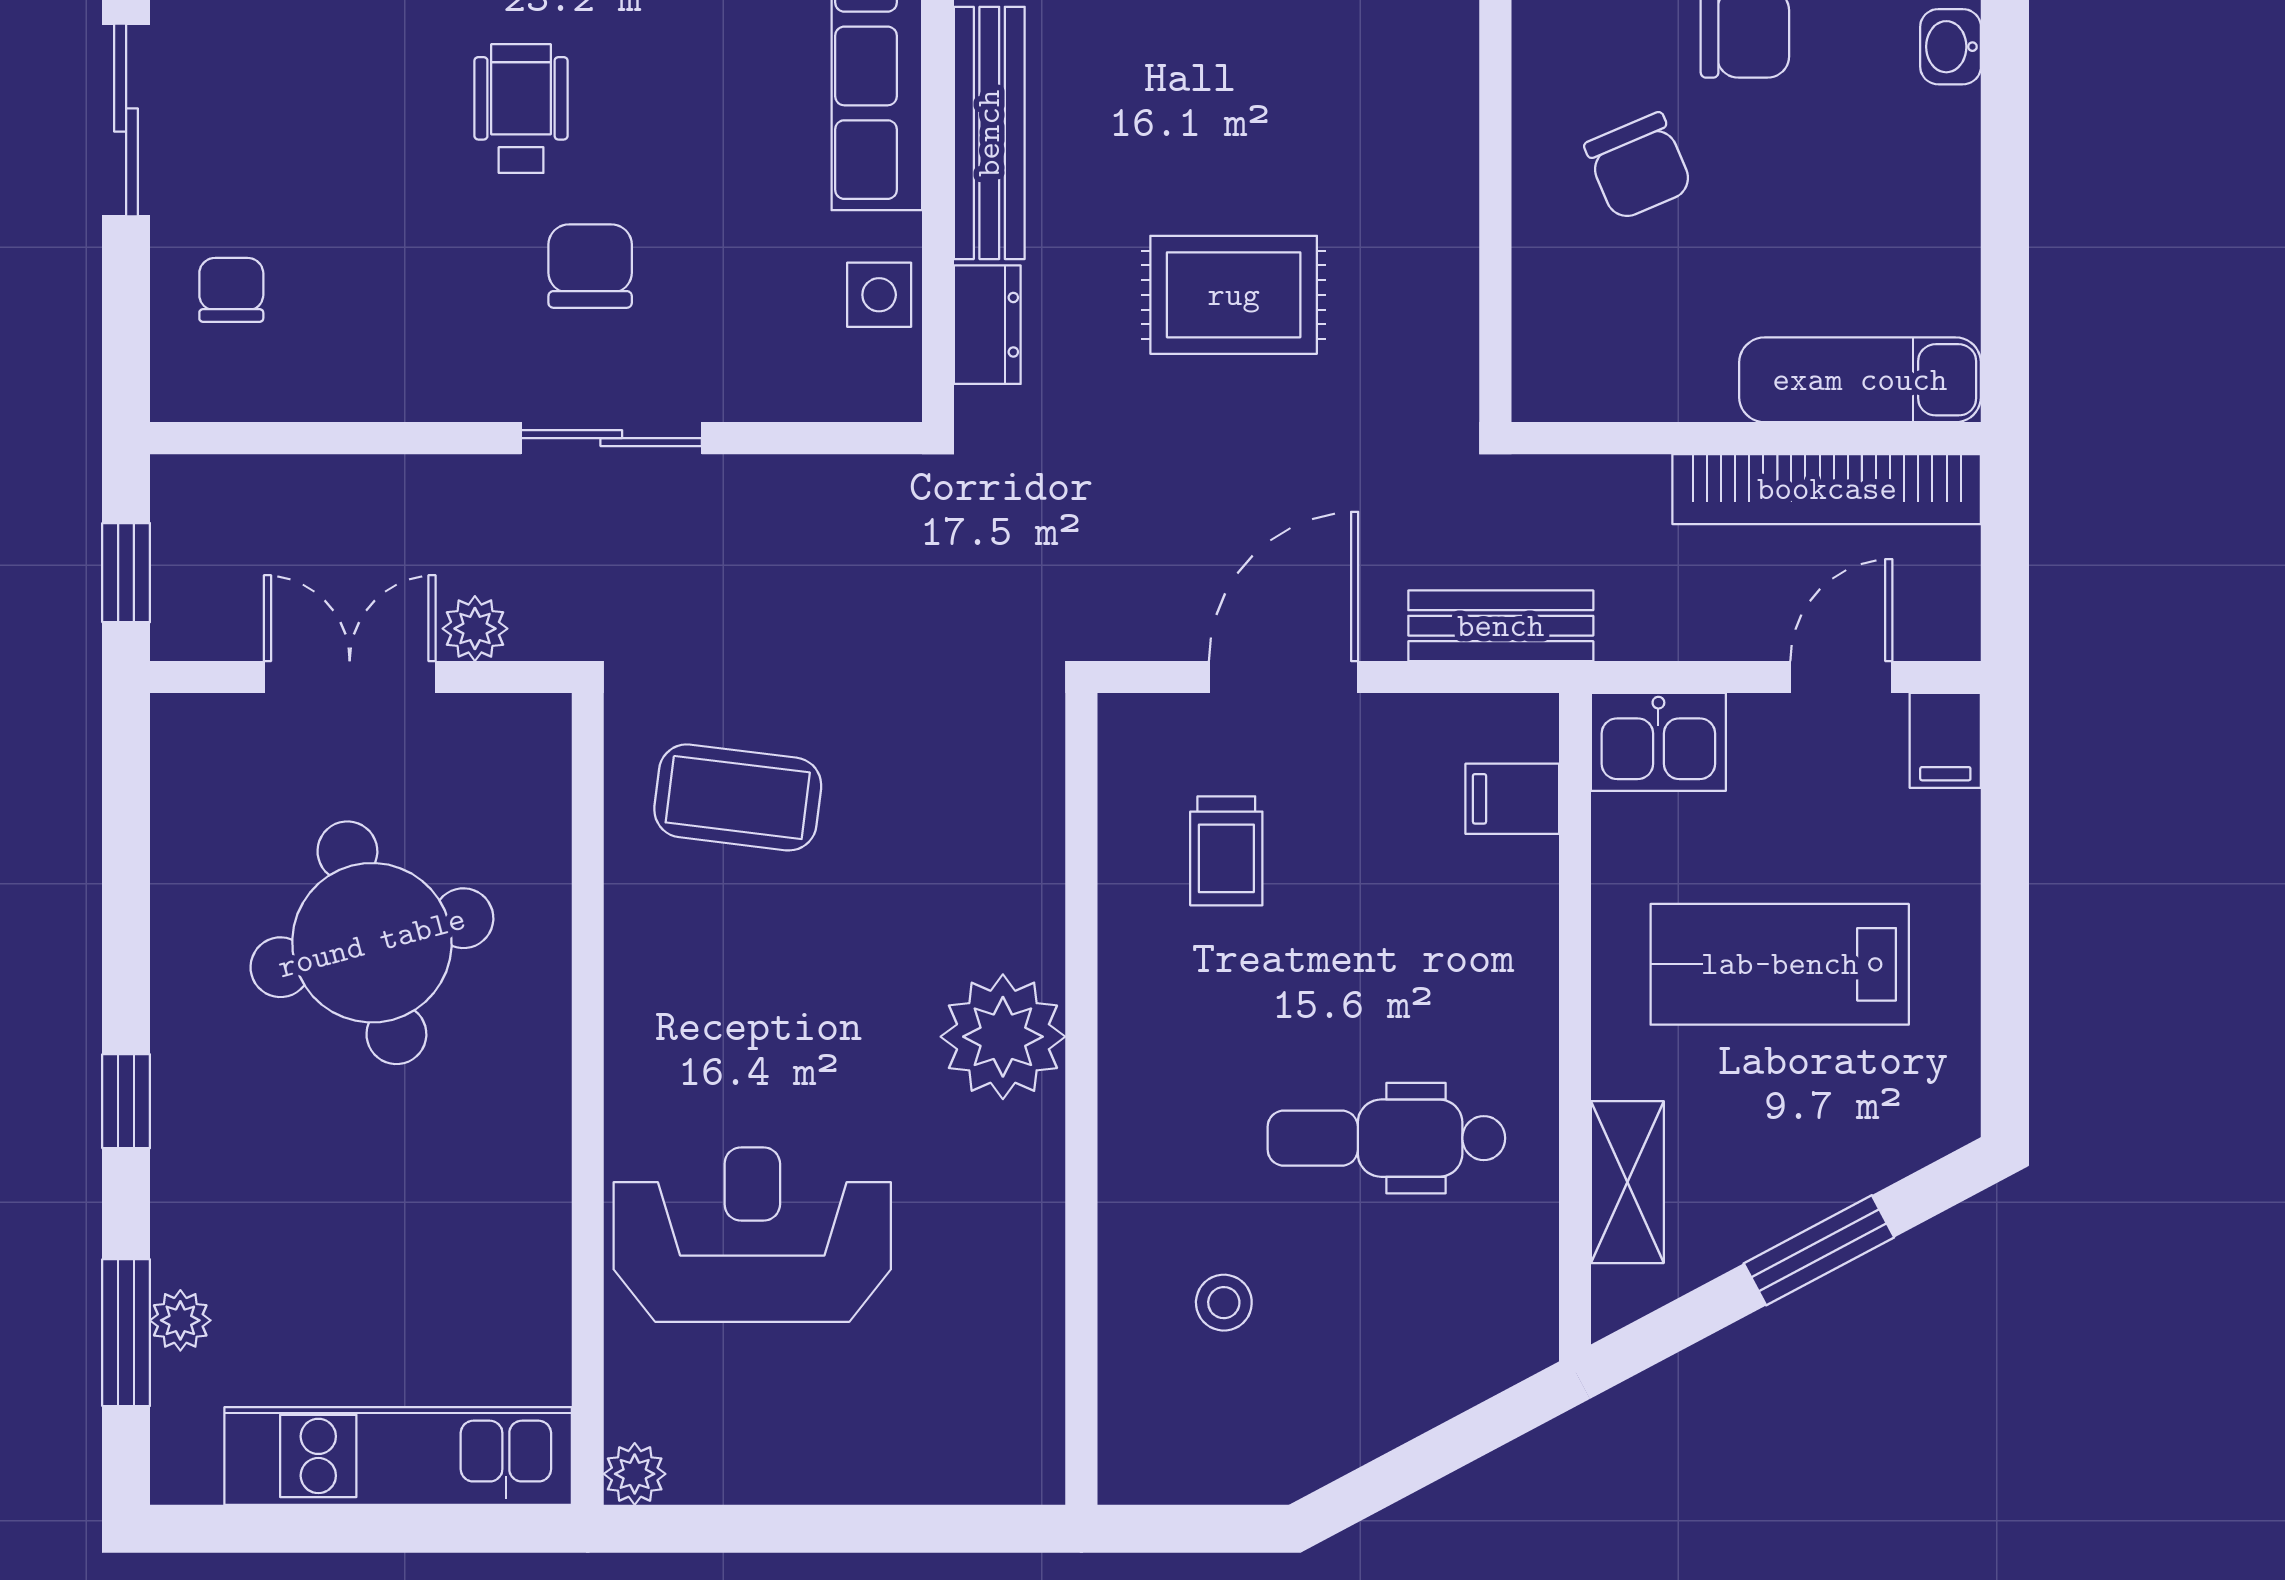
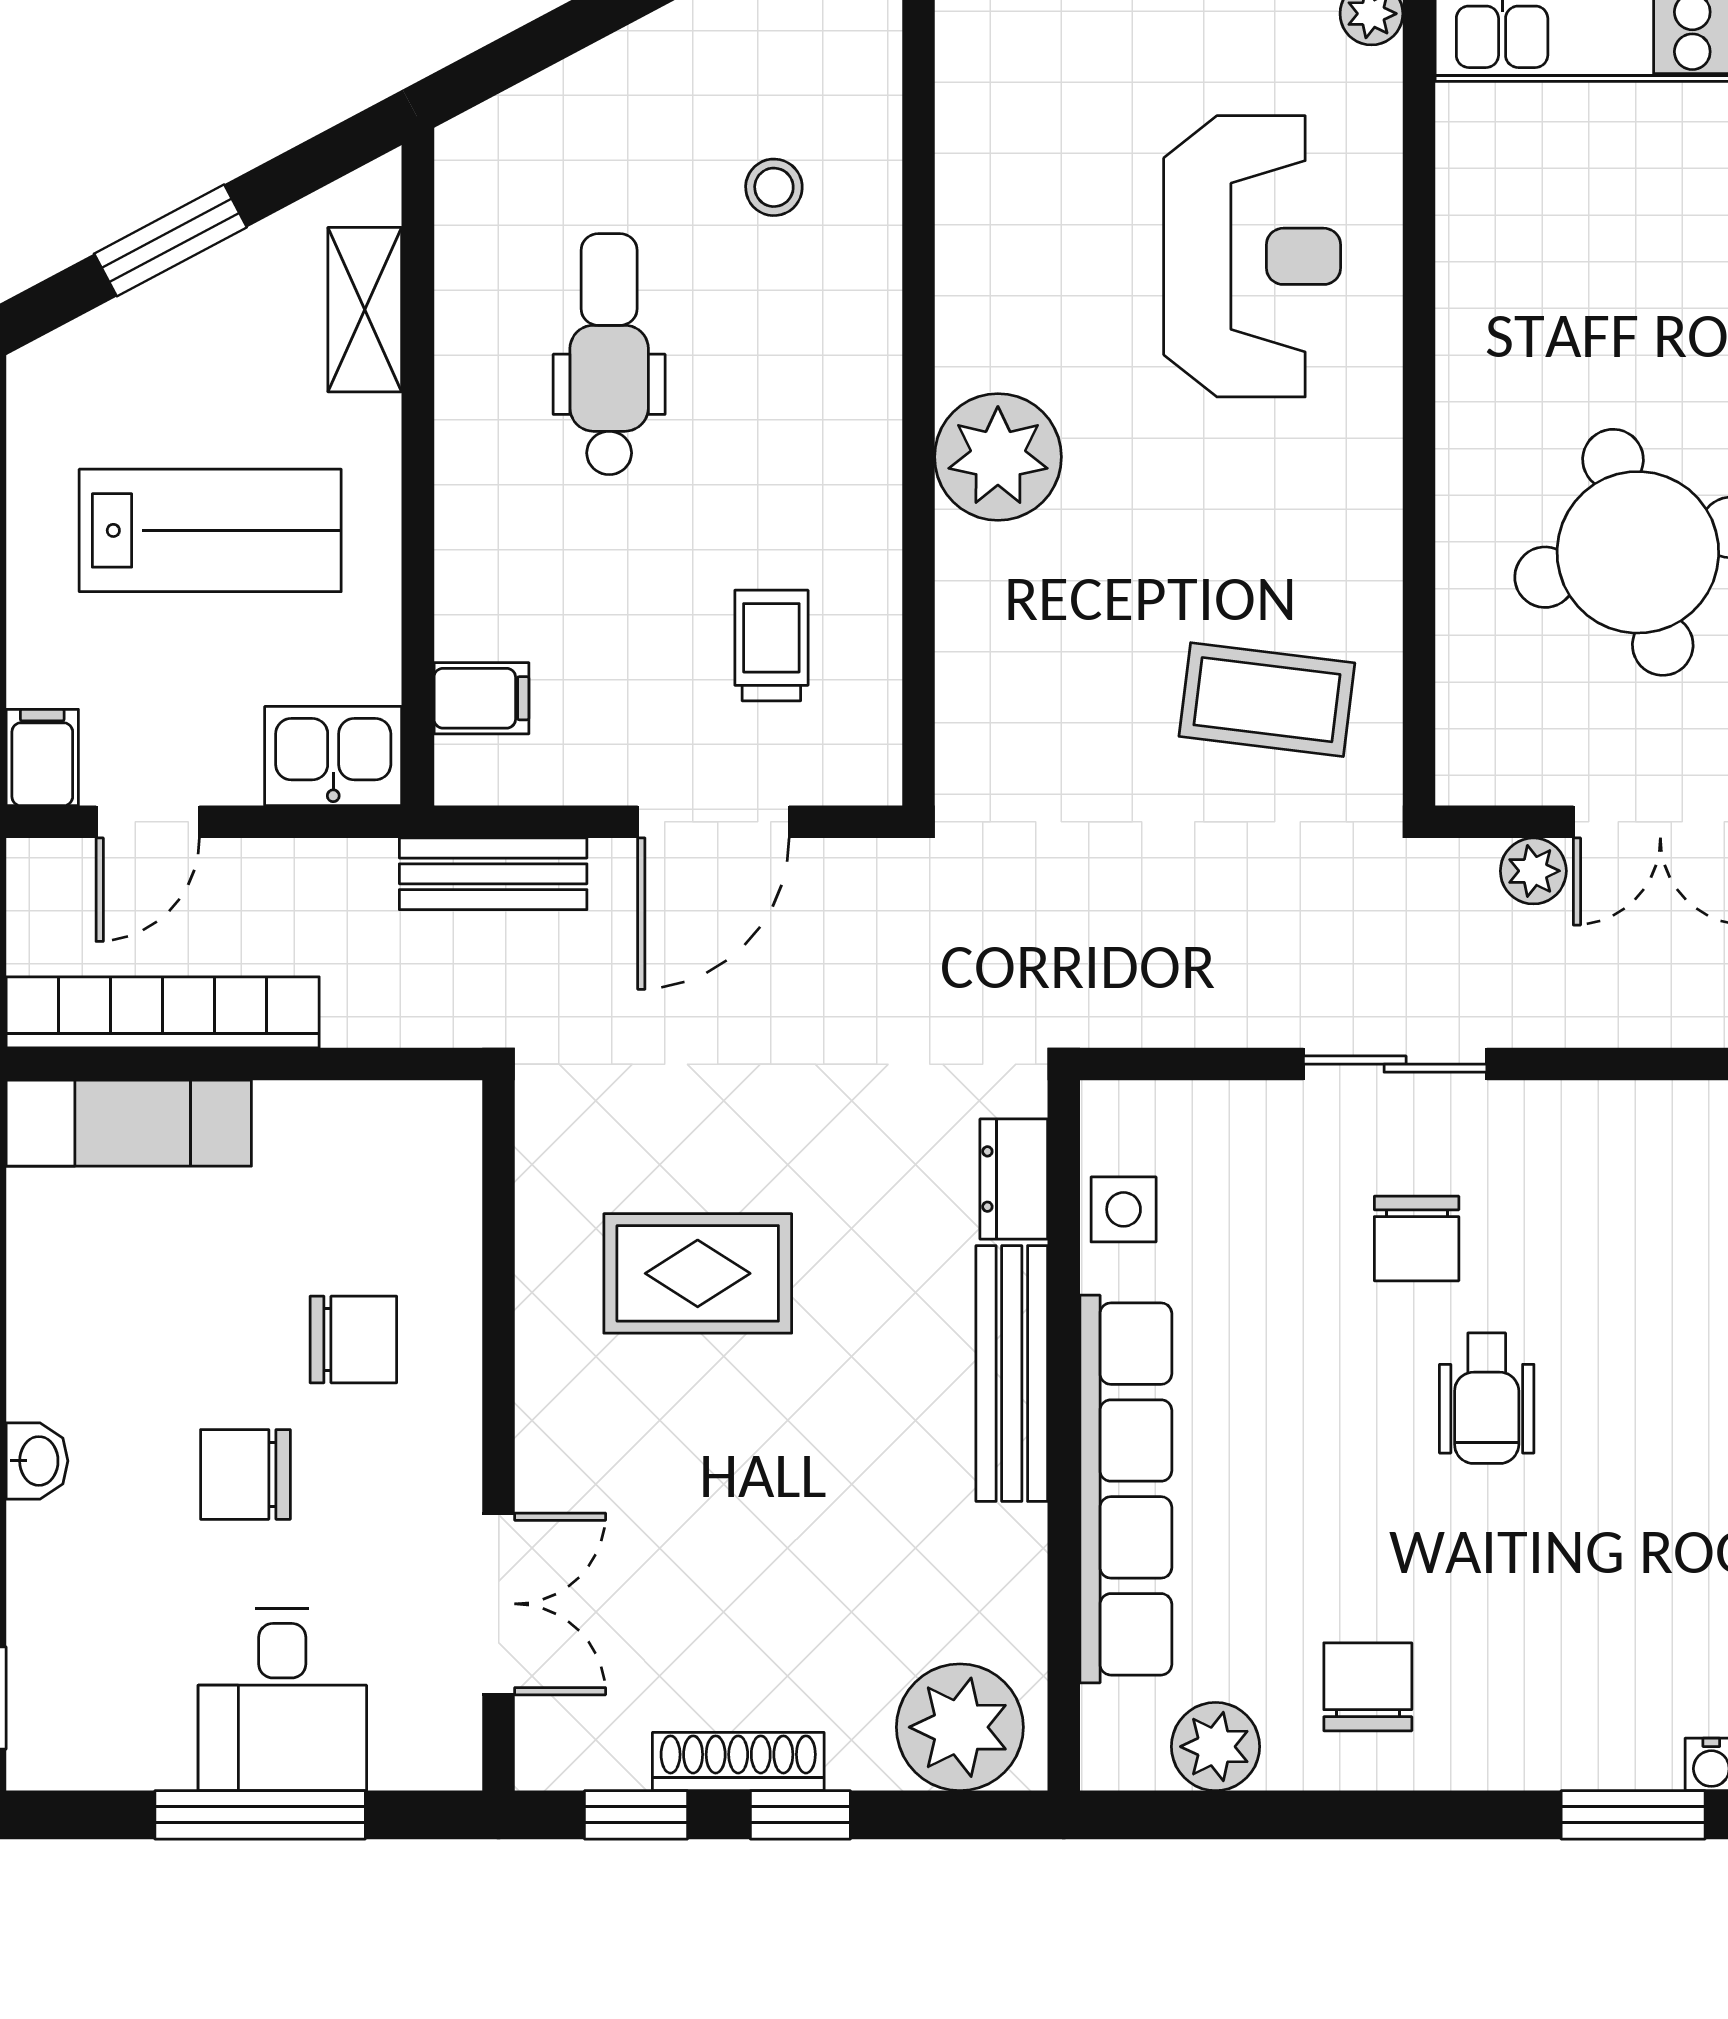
chair: (1639, 166) -> (353, 1340), turned 113
rug: (1234, 295) -> (698, 1273), moved
dental chair: (1386, 1138) -> (609, 354), turned -90
reception desk: (752, 1235) -> (1252, 256), turned -90

